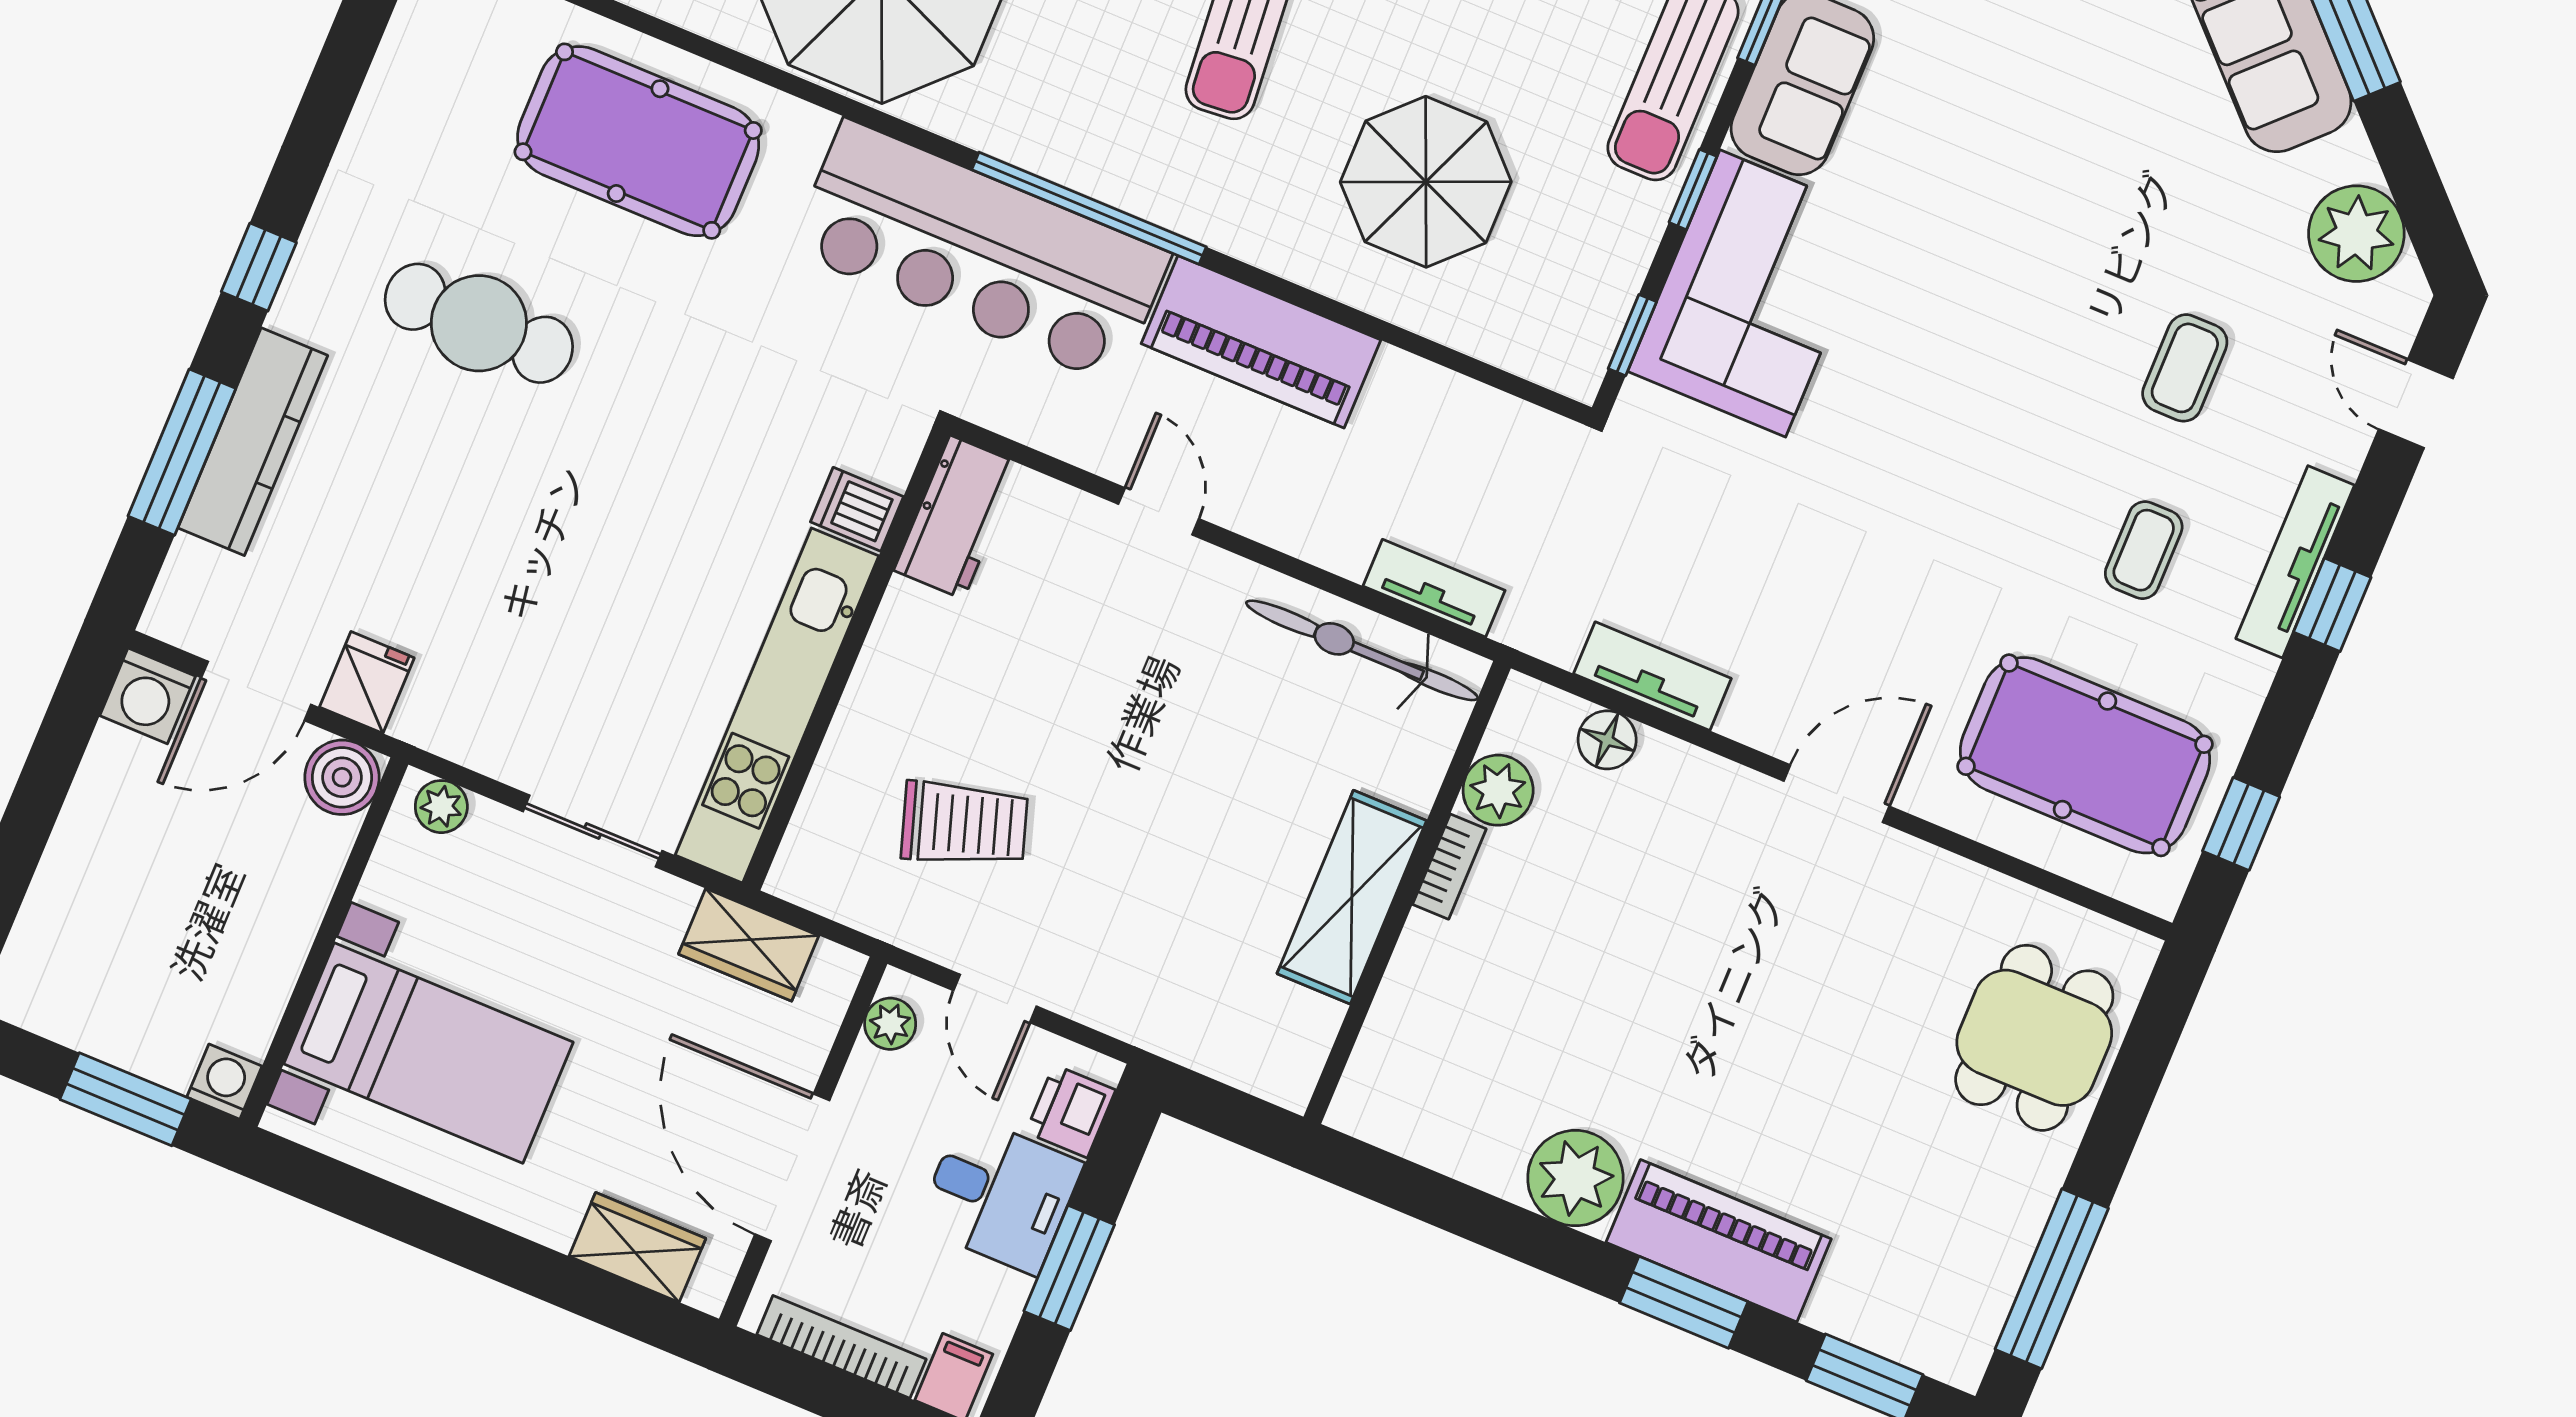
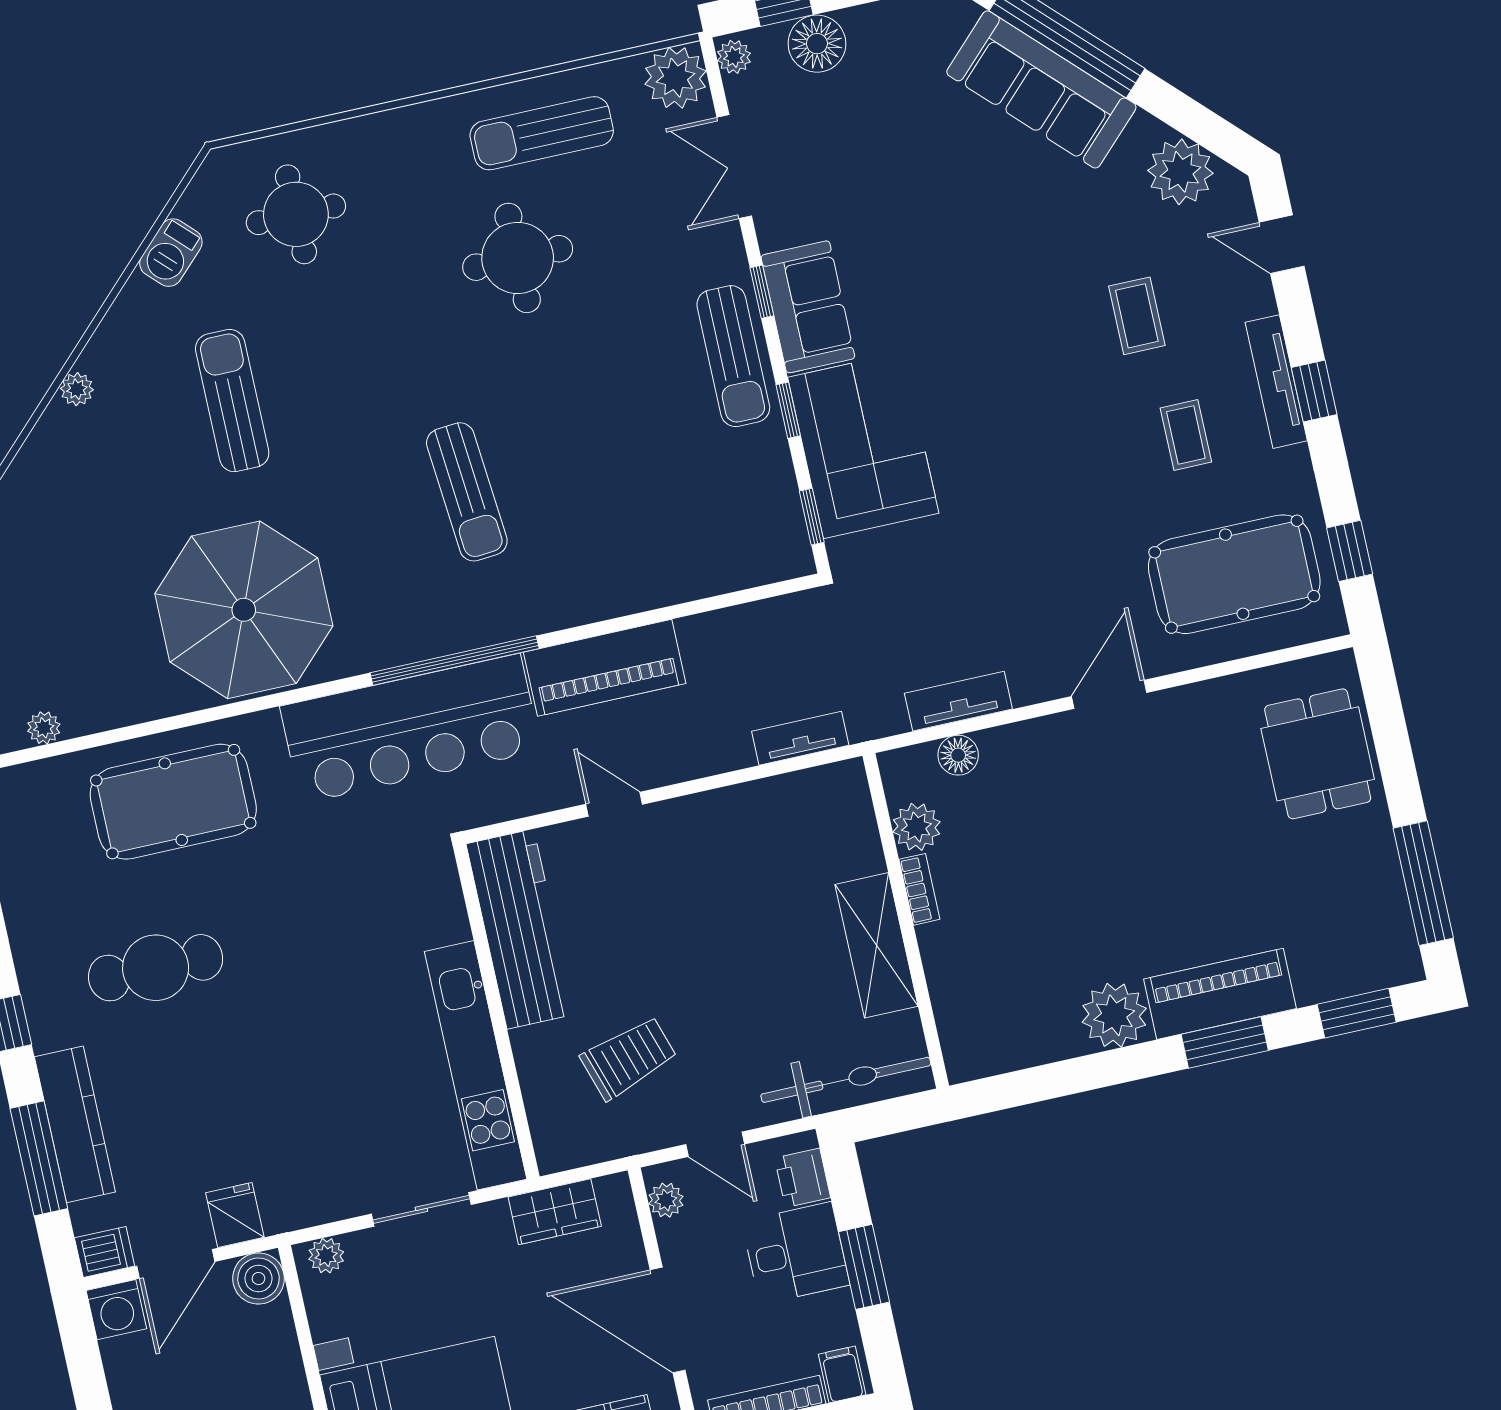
parasol: (1426, 182) -> (634, 512), removed
dishwasher: (857, 509) -> (105, 1252), moved, turned 180
workbench: (957, 517) -> (520, 929), width x1.87, depth x1.32
bicycle: (1362, 650) -> (846, 1080), moved, turned 180

